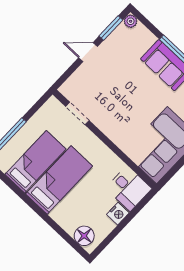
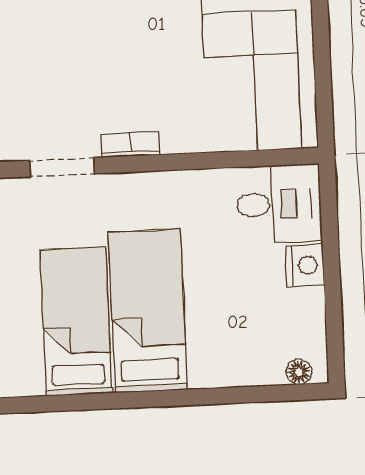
bookcase: (104, 127) -> (131, 145), added
floor lamp: (84, 236) -> (299, 372), width x0.53, depth x0.53

